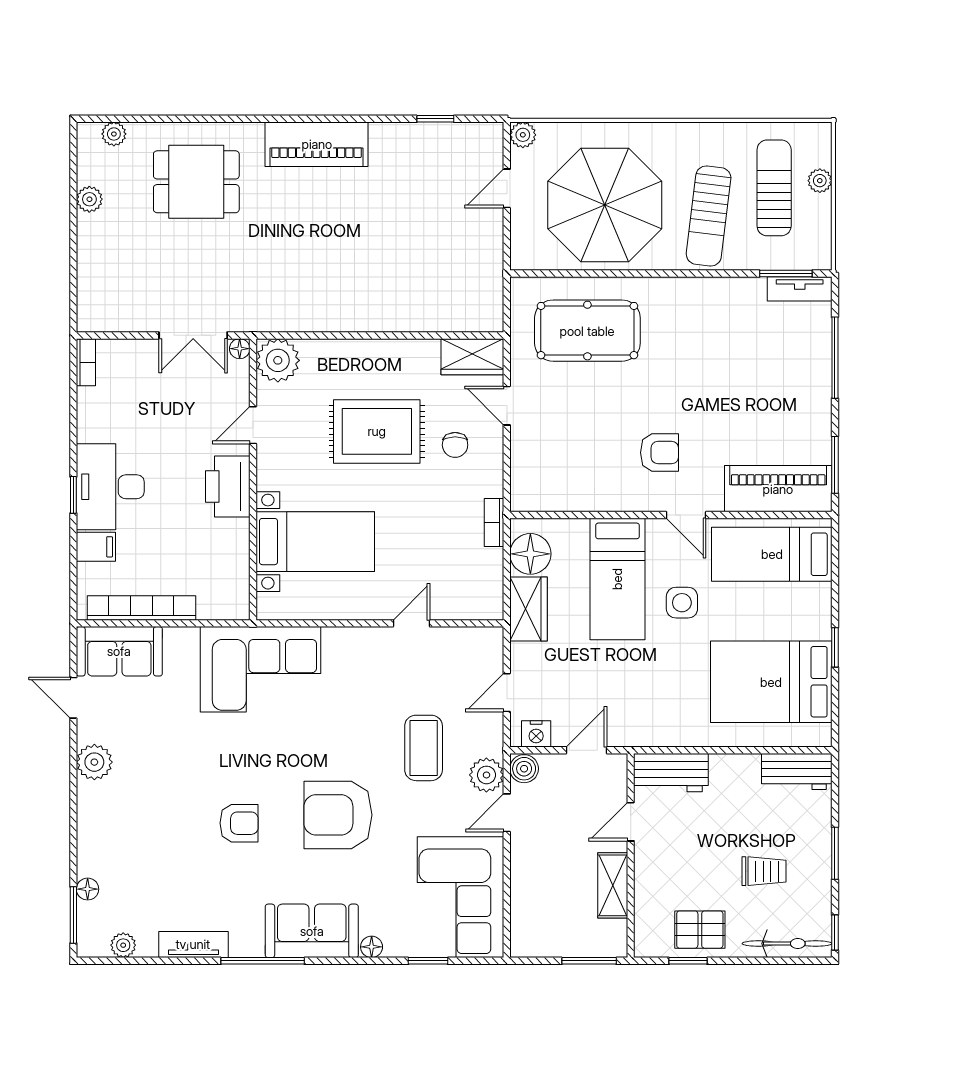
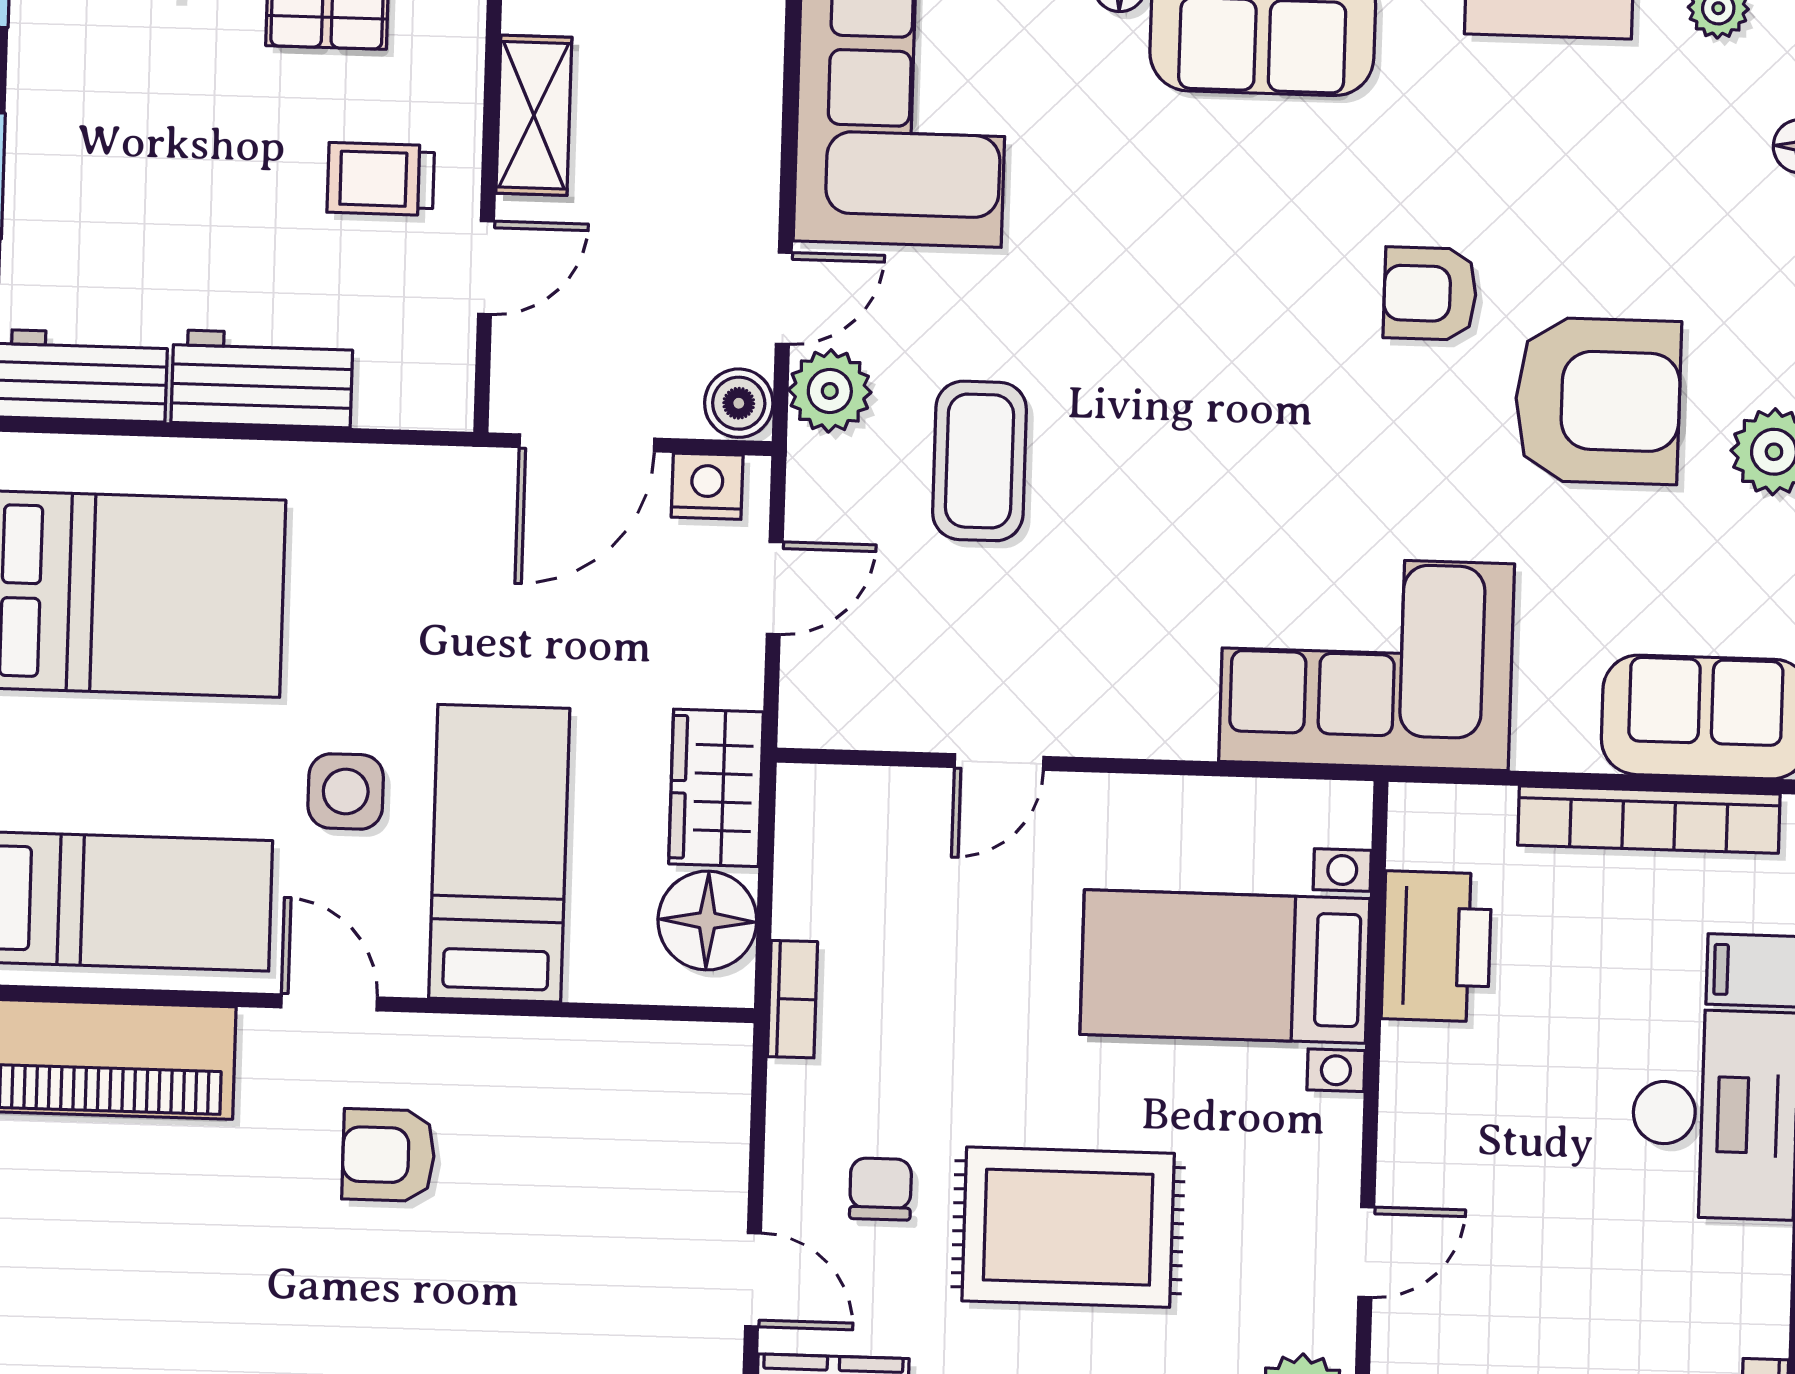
printer: (228, 487) -> (1437, 946), moved
door: (587, 750) -> (587, 443), width x1.38
workbench: (671, 773) -> (262, 379), moved
armchair: (338, 815) -> (1598, 401), moved
trolley: (764, 871) -> (381, 179), moved

